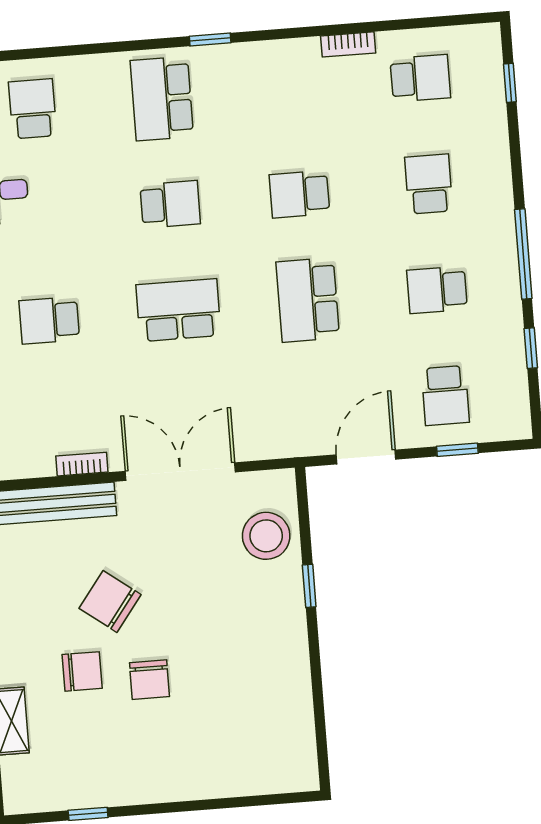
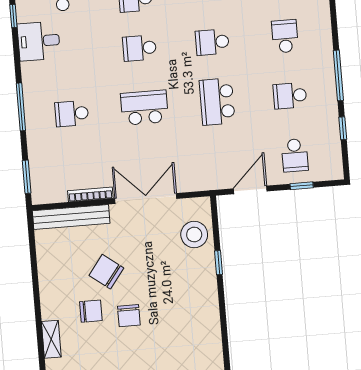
school desk: (170, 204) -> (140, 48), turned 180
bookcase: (82, 464) -> (90, 195), width x1.56

